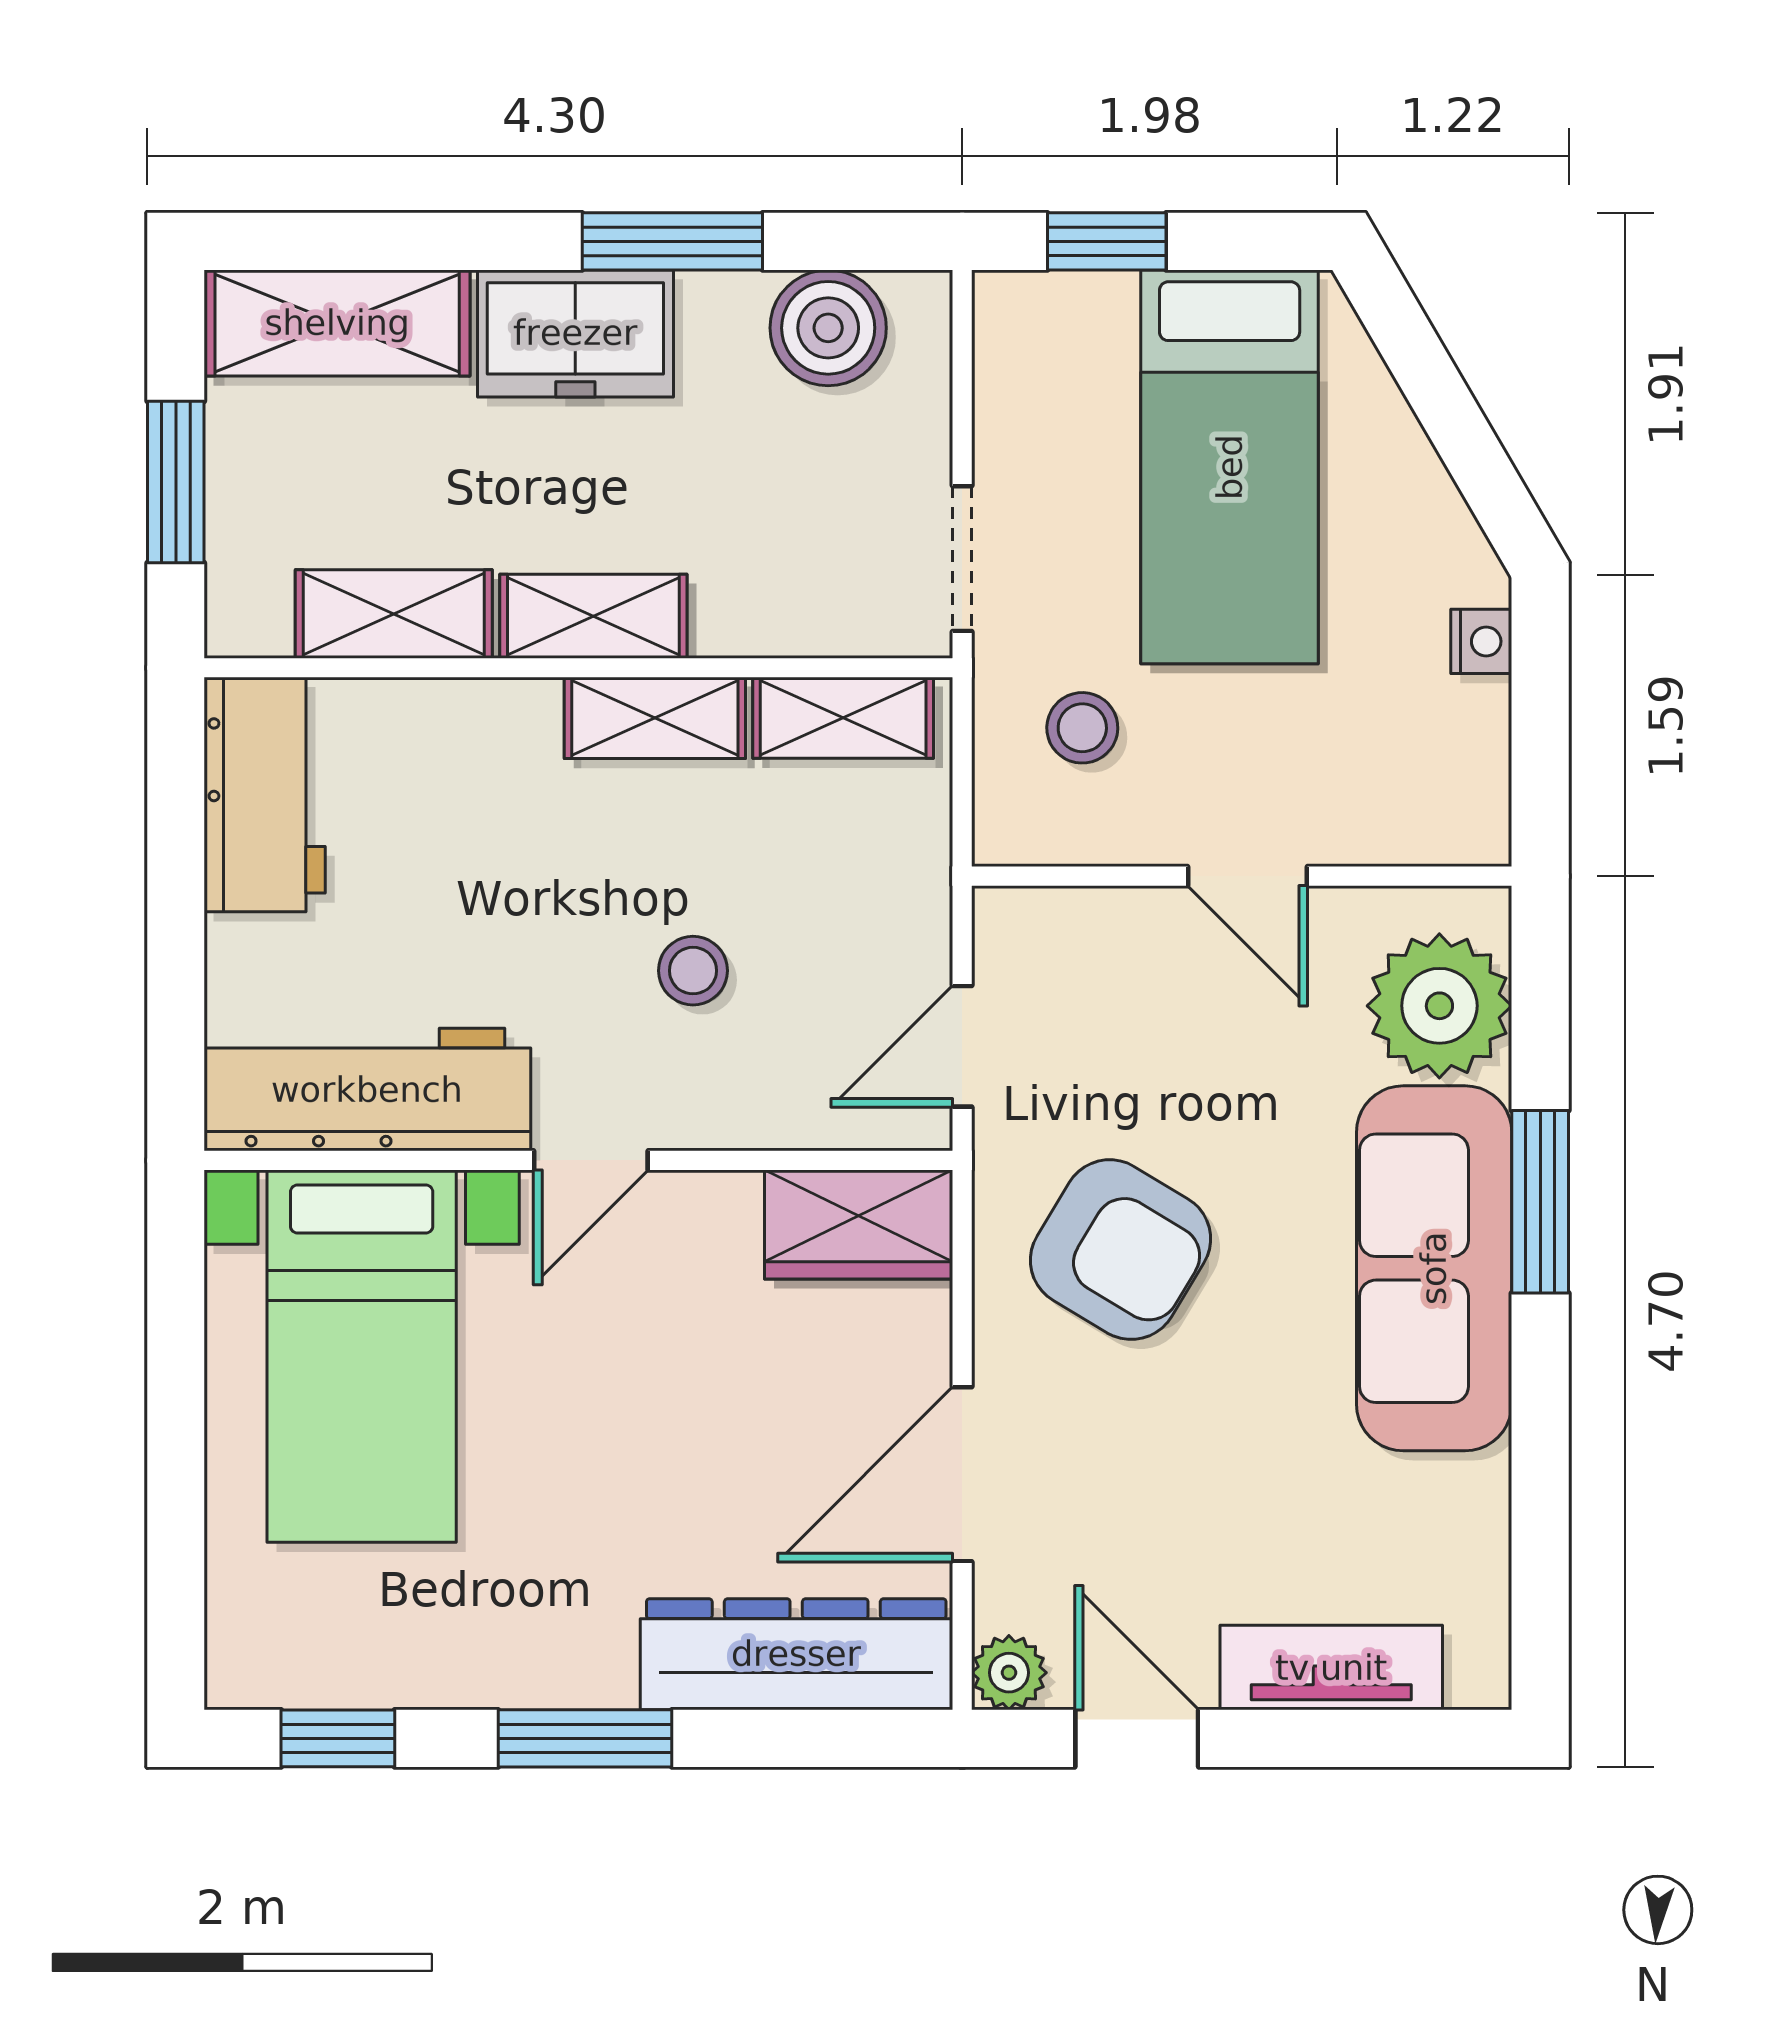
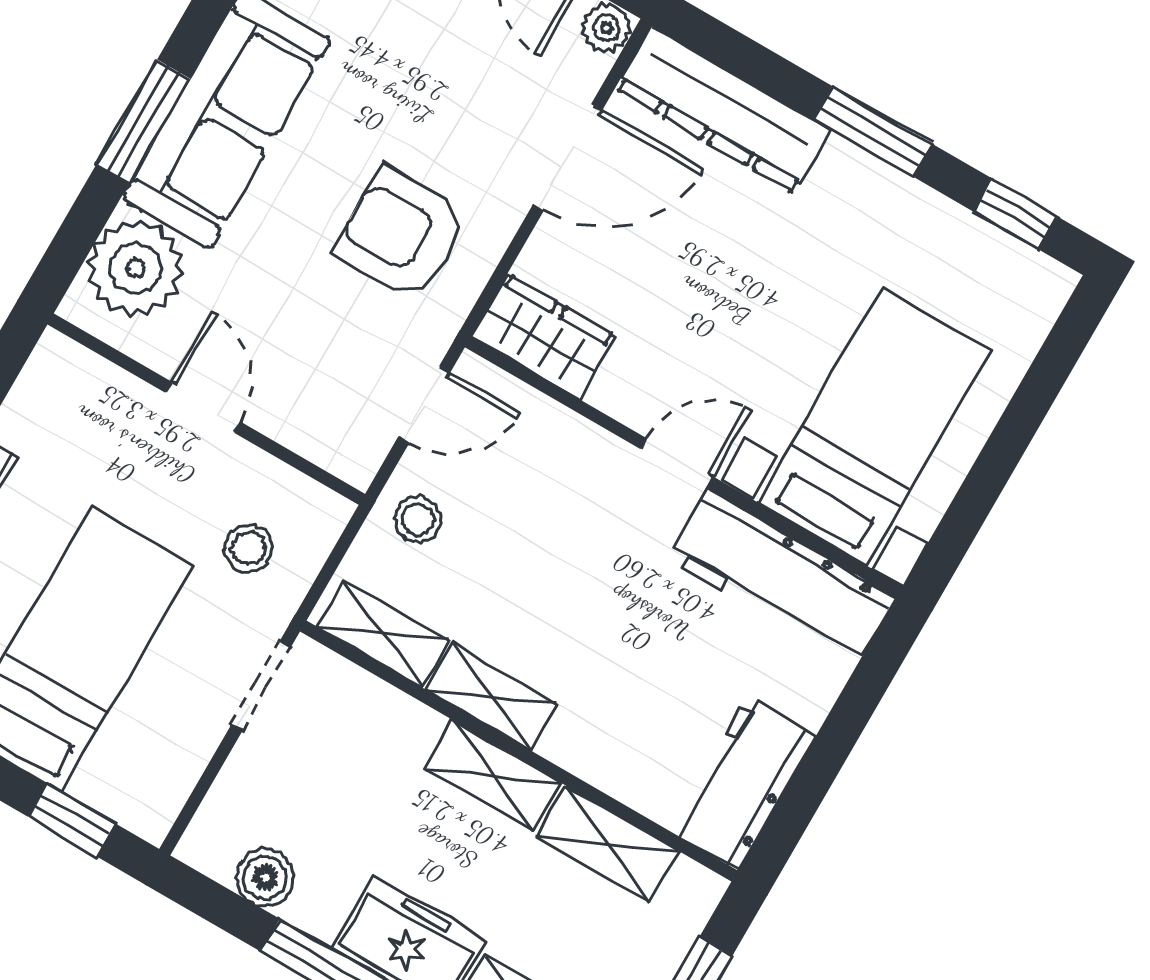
boiler: (828, 328) -> (265, 878), width x0.73, depth x0.73
stool: (693, 971) -> (418, 519), moved
armchair: (1120, 1250) -> (401, 234), turned -31

